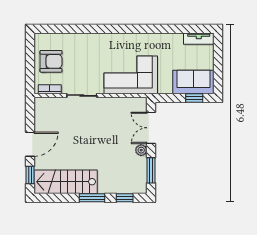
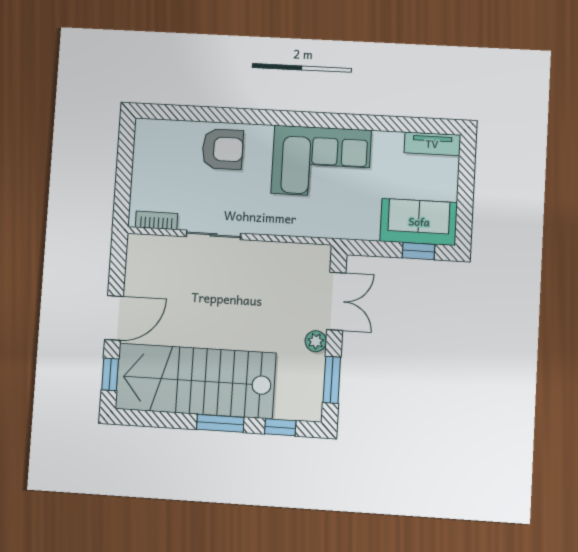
armchair: (51, 61) -> (223, 149), moved
corner sofa: (131, 75) -> (321, 162), moved, turned 180
double door: (151, 128) -> (336, 301), swing flipped
stairs: (66, 182) -> (195, 381), width x1.36, depth x1.51

